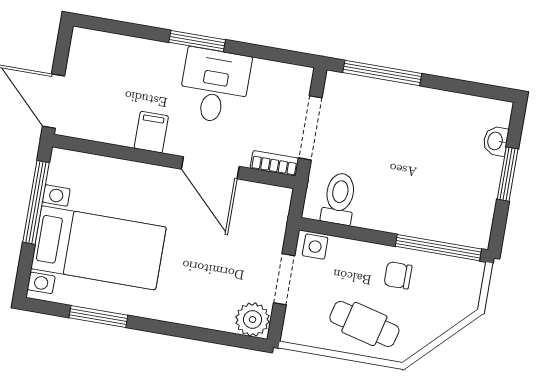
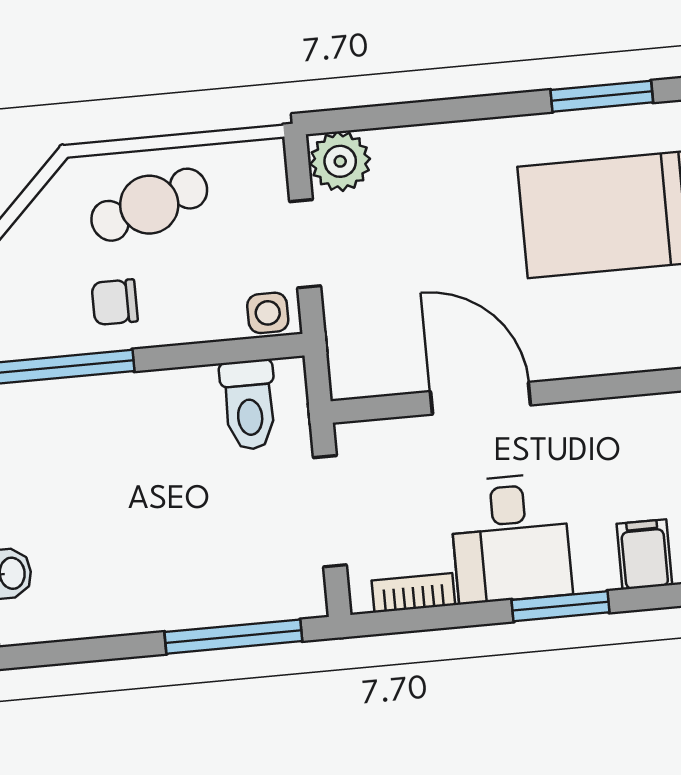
filing cabinet: (151, 132) -> (644, 554), moved, turned 180
bookcase: (274, 163) -> (413, 593), moved, turned 180
chair: (398, 275) -> (115, 302), turned 180
cafe table: (364, 324) -> (149, 205), turned -31

